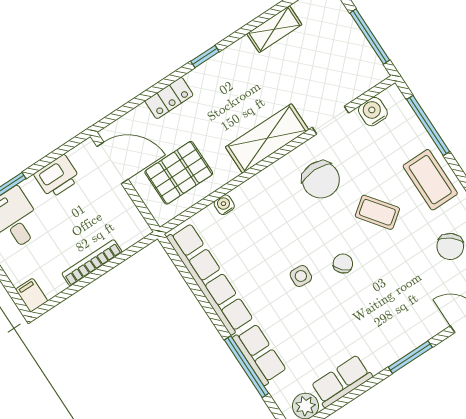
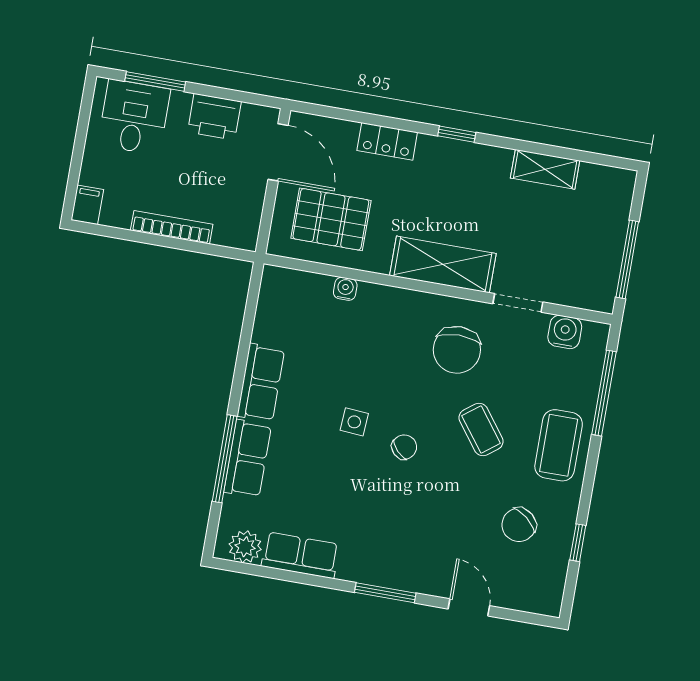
row of seats: (210, 279) -> (261, 383), width x0.50

